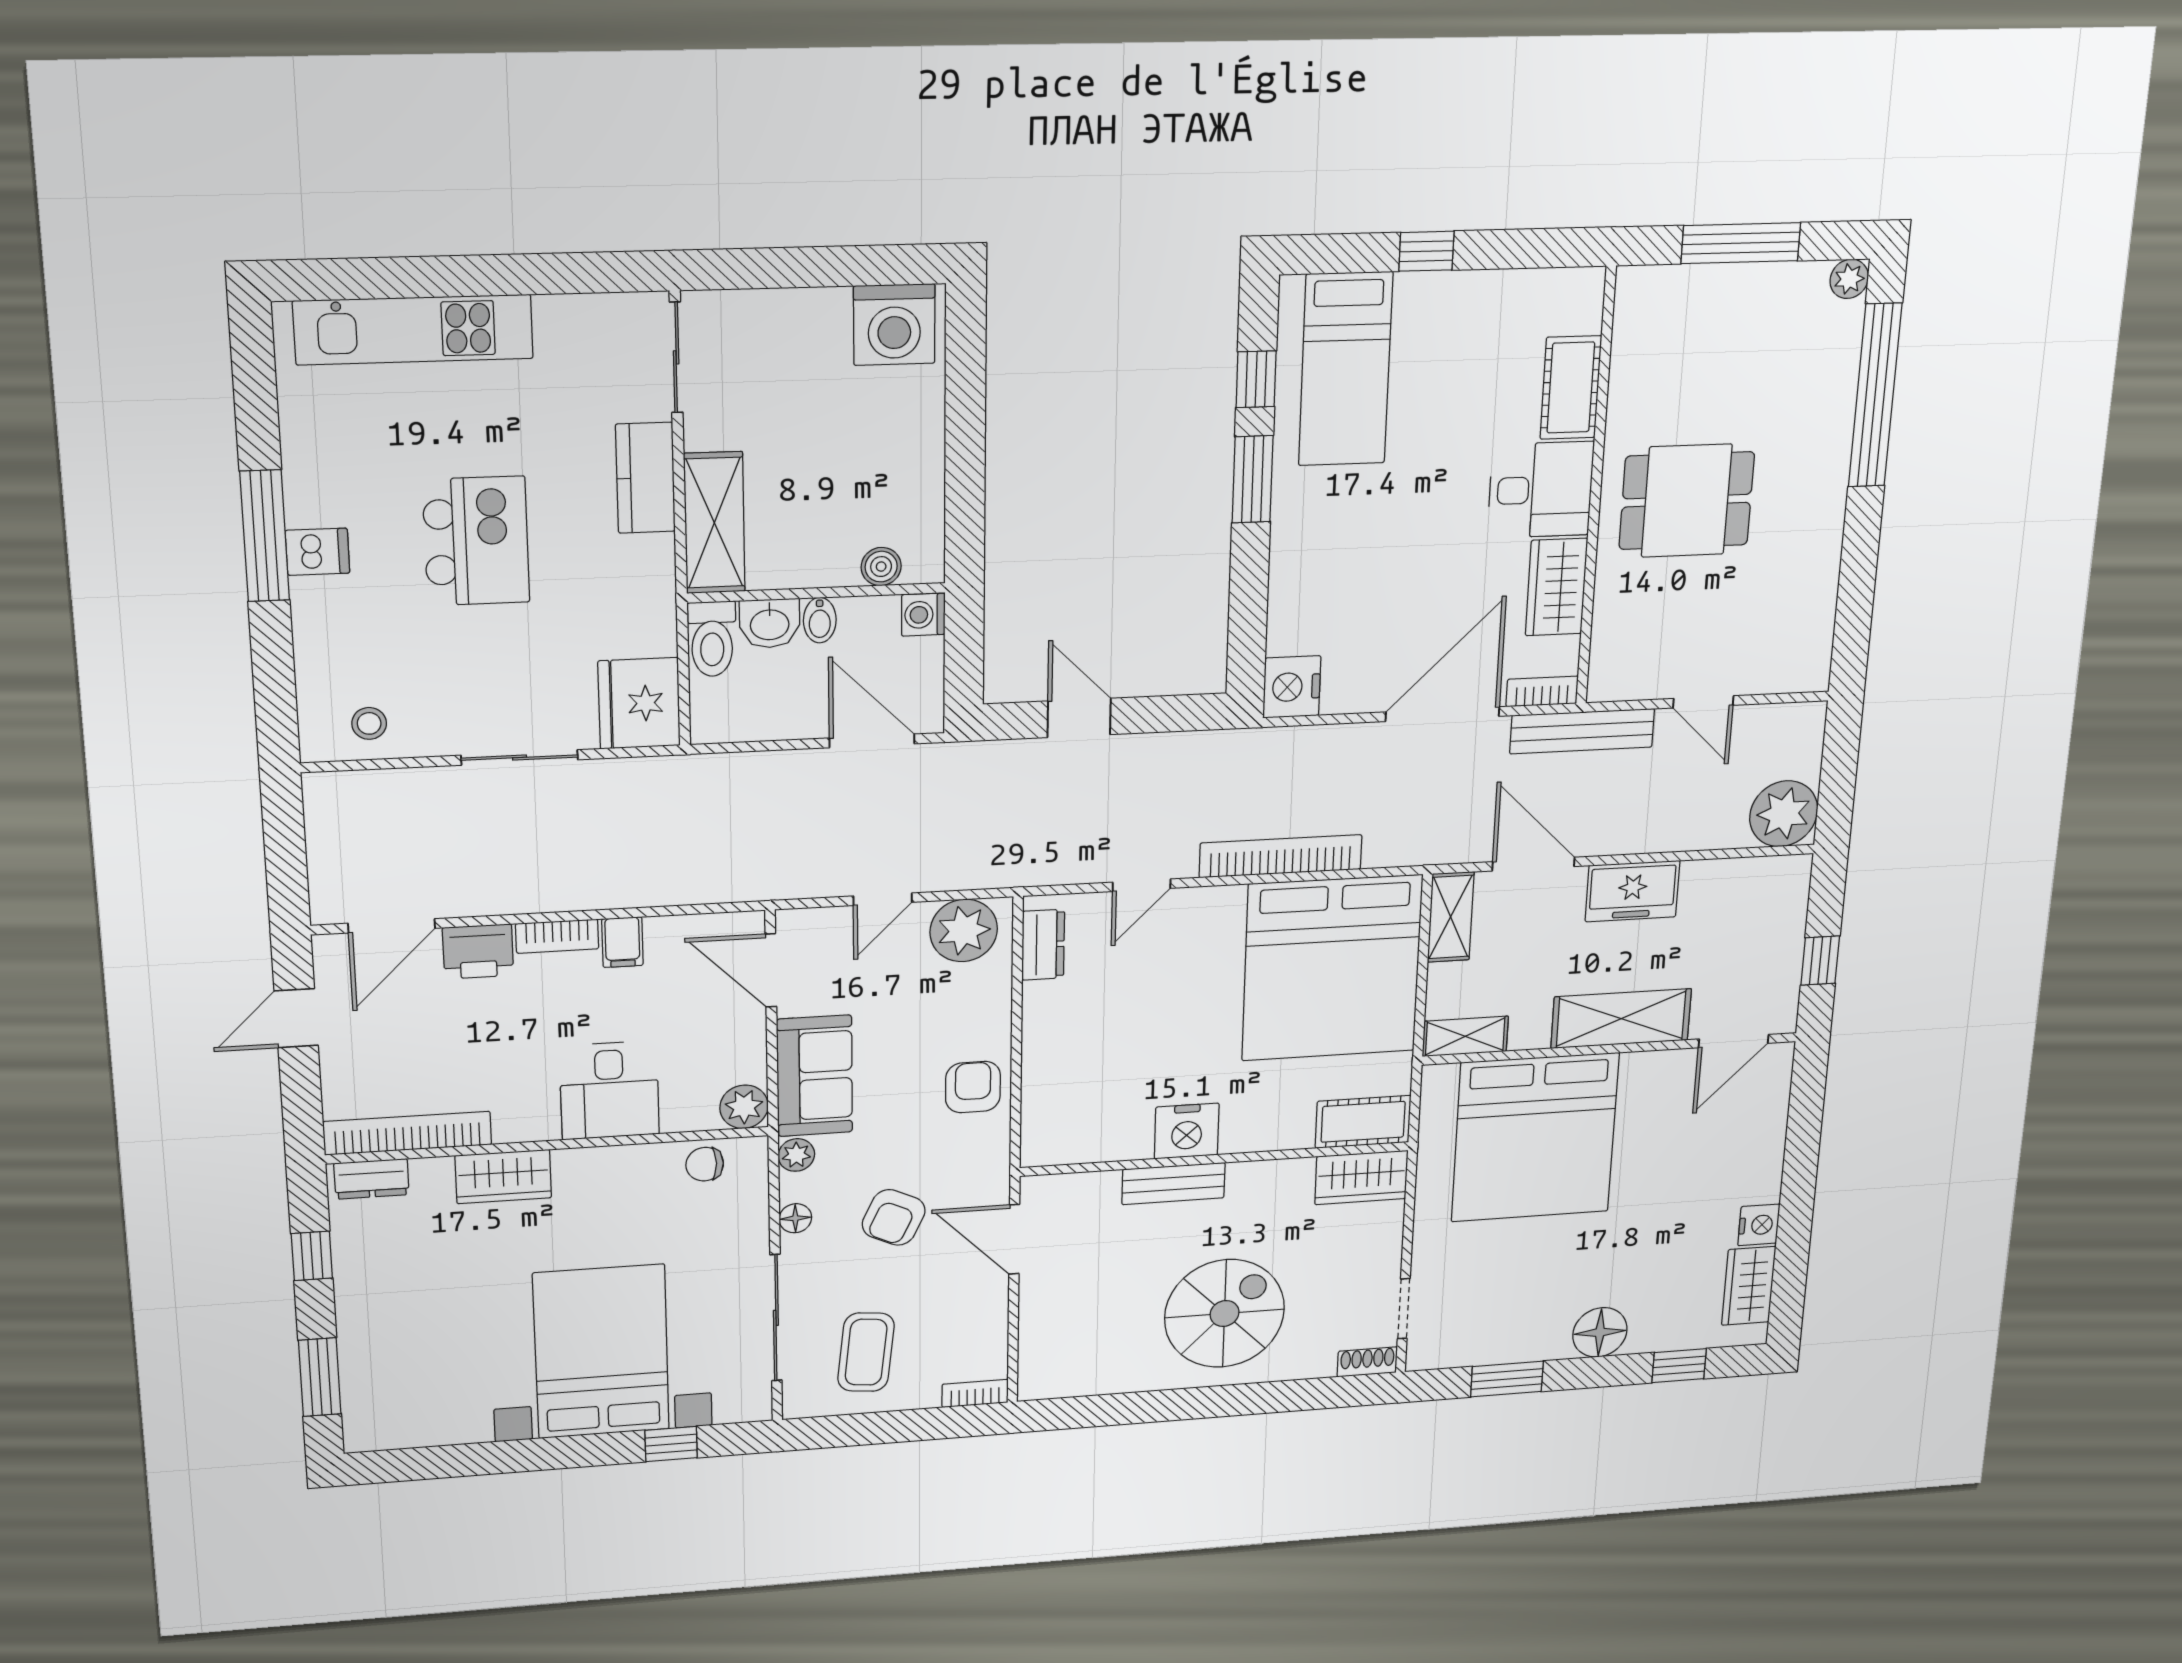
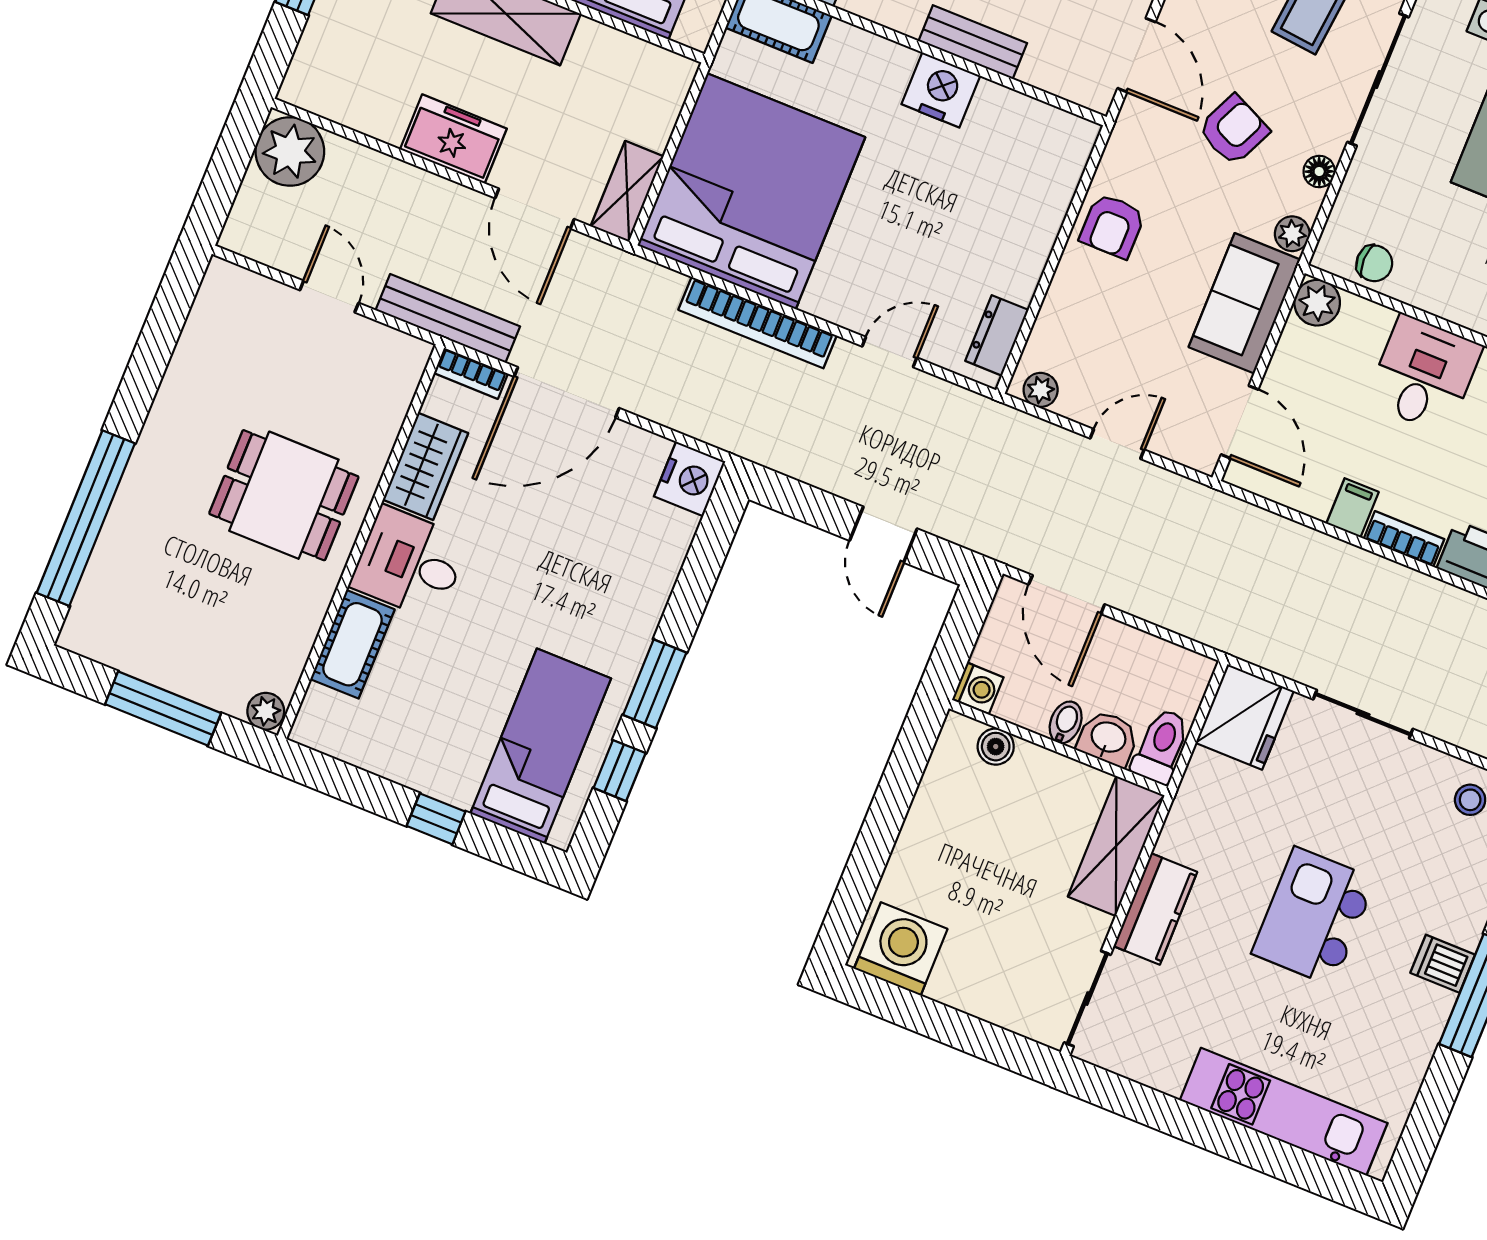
plant: (1849, 279) -> (266, 711), moved
plant: (964, 930) -> (1041, 390), width x0.53, depth x0.53
shelving: (1465, 1036) -> (655, 64), removed

